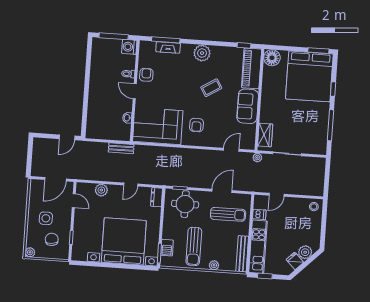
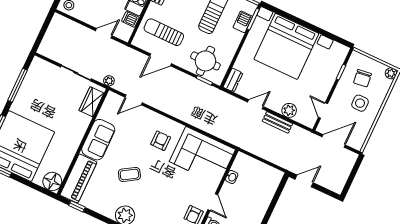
bench: (121, 148) -> (277, 122), moved

